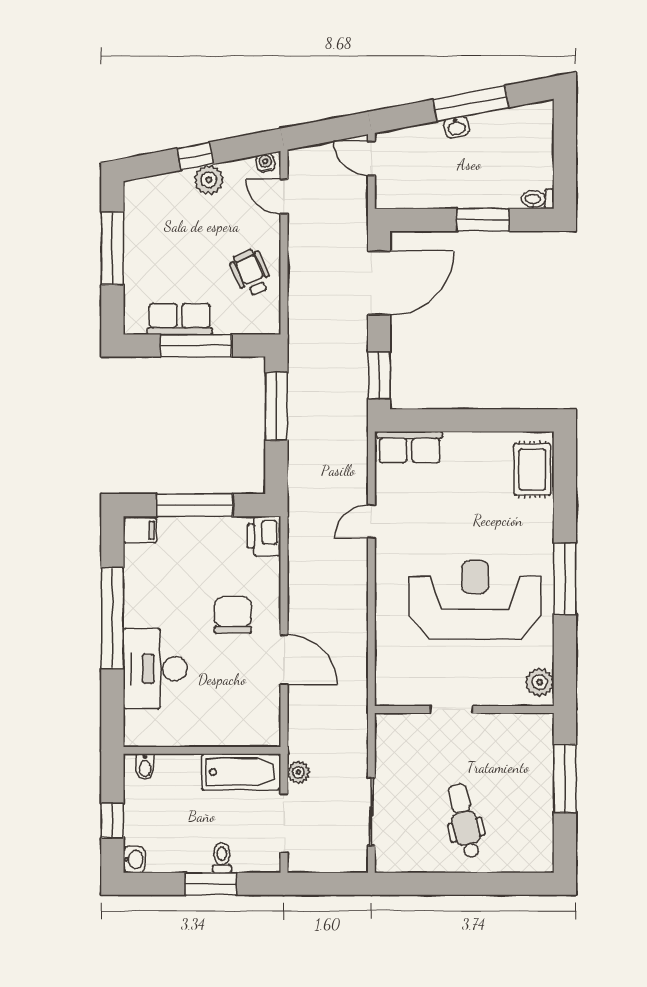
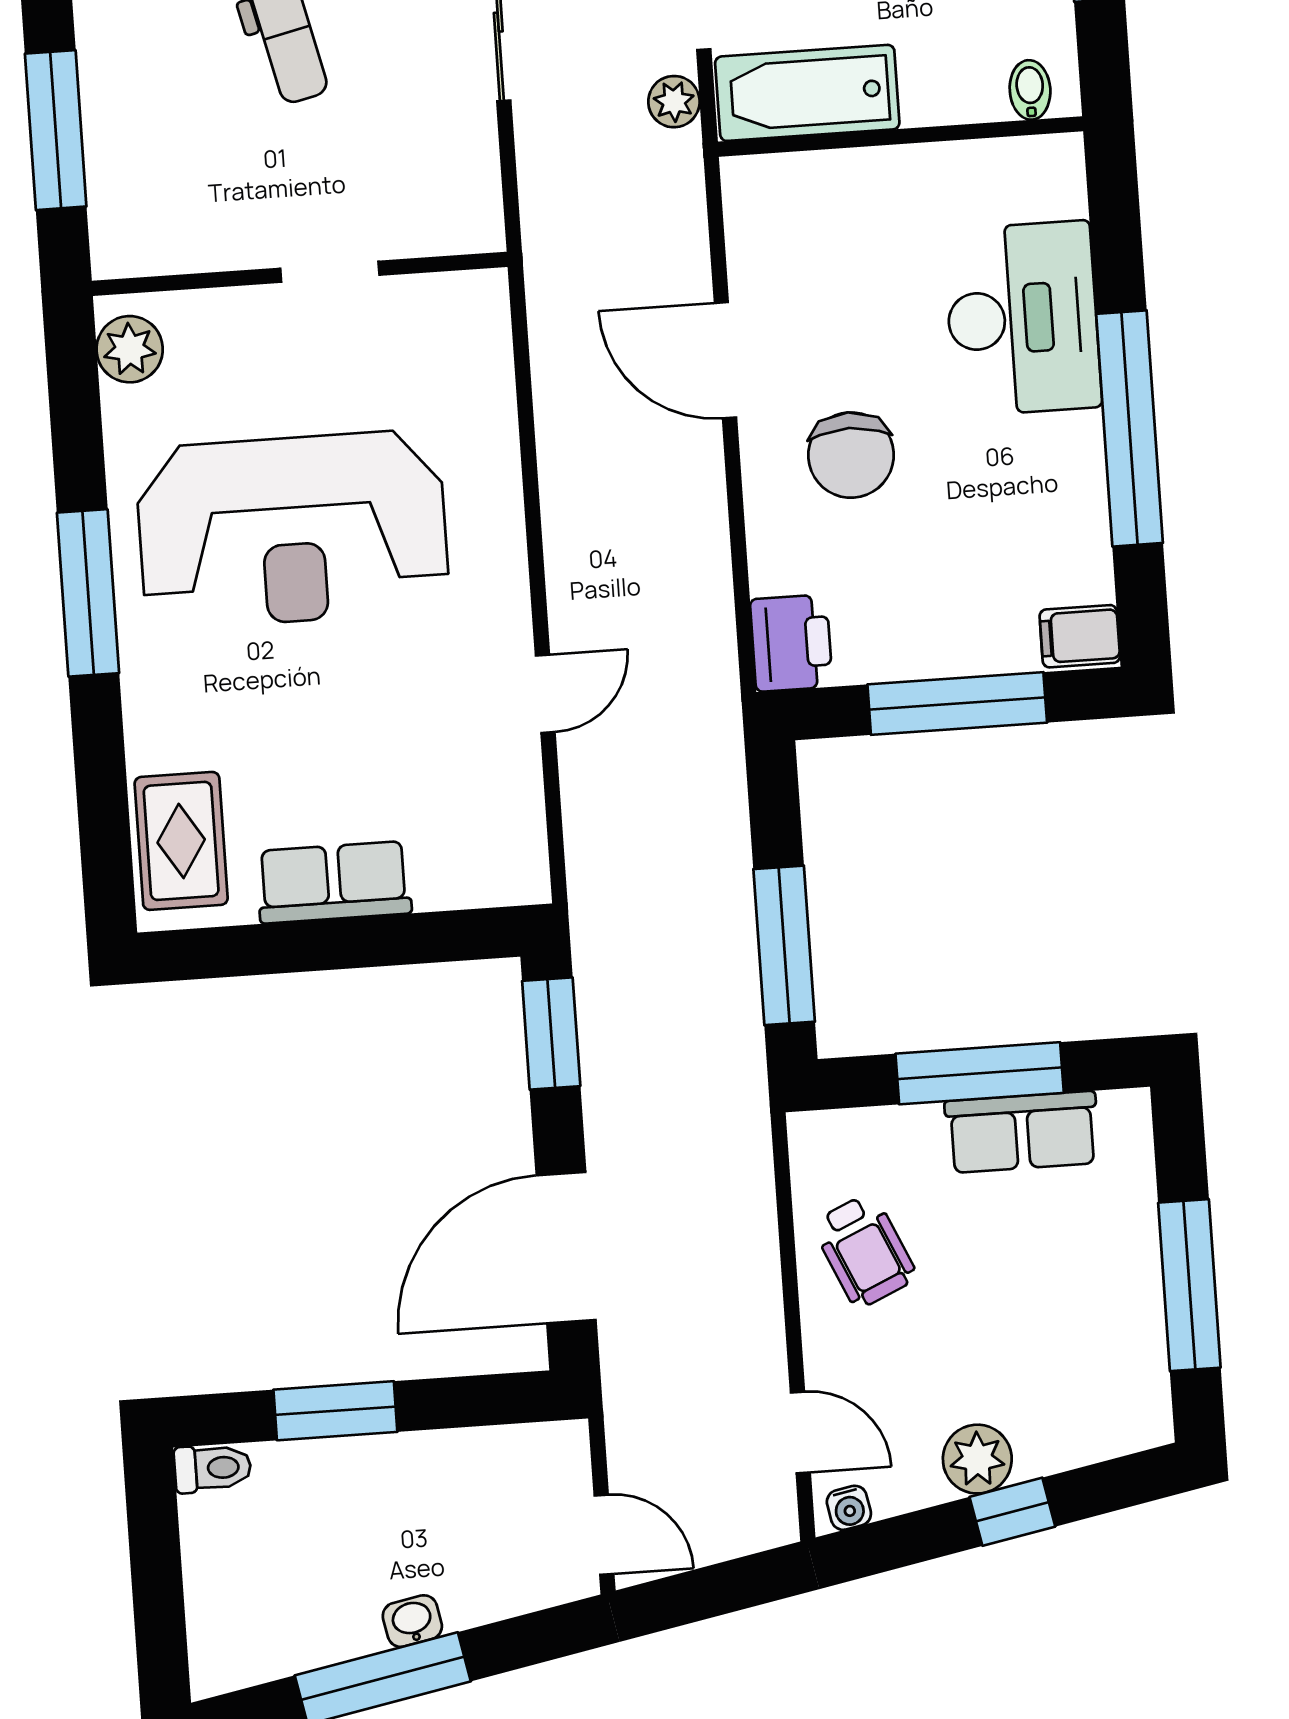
row of seats: (409, 447) -> (334, 882), moved

